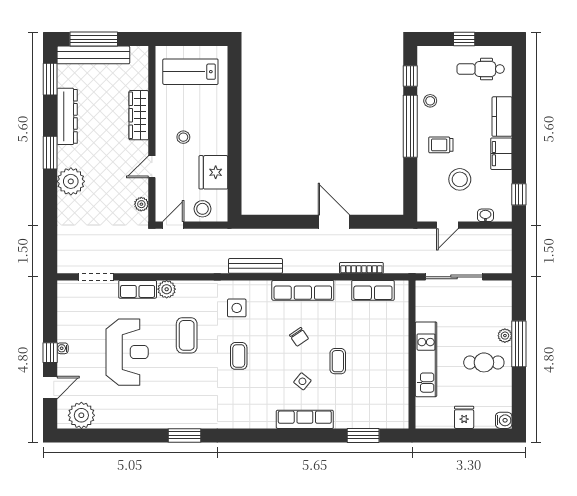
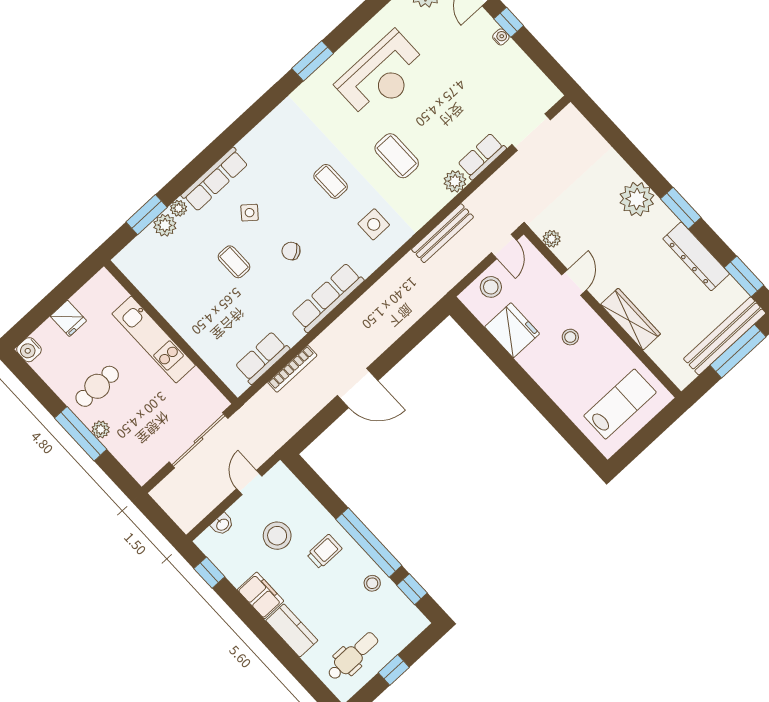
bench: (255, 266) -> (442, 233), moved
reception desk: (127, 352) -> (382, 75), moved, turned -90
plant: (358, 420) -> (165, 225), added
plant: (341, 422) -> (179, 208), added

